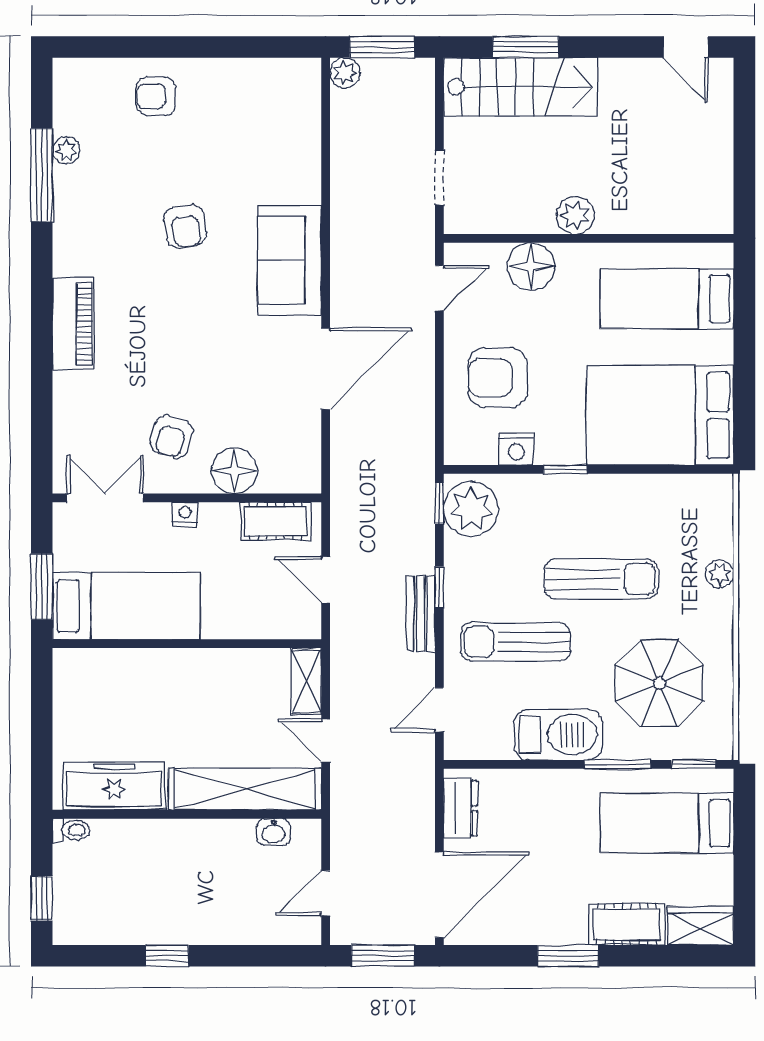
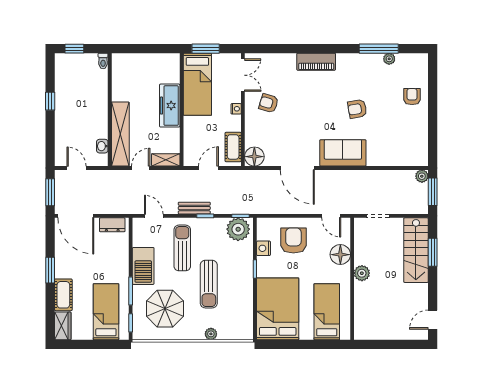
floor lamp: (234, 471) -> (254, 157), moved
freezer: (114, 786) -> (170, 106), moved, turned 180

